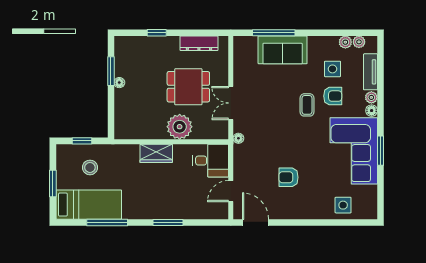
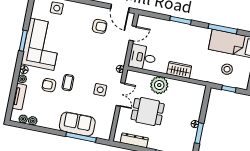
side table: (333, 69) -> (100, 90), moved
armchair: (289, 177) -> (100, 26), moved

